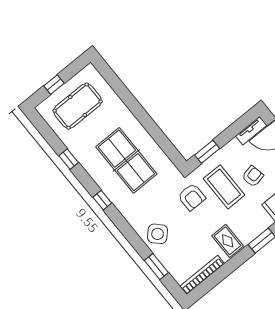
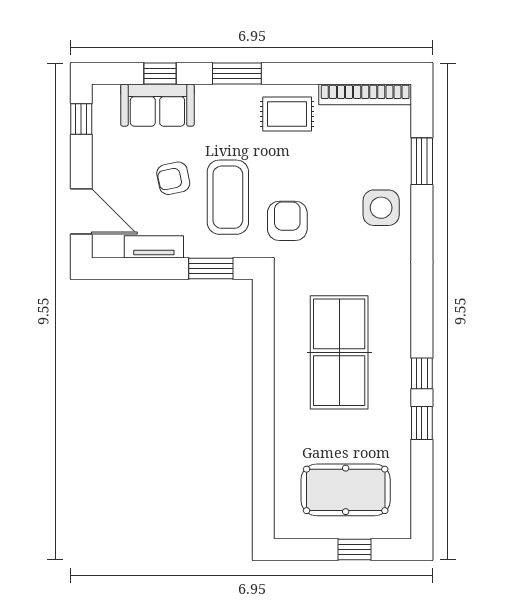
tv unit: (251, 131) -> (154, 247), moved
window: (102, 200) -> (422, 373), moved
side table: (158, 234) -> (381, 208), turned 45
rug: (228, 241) -> (287, 114), turned 90

